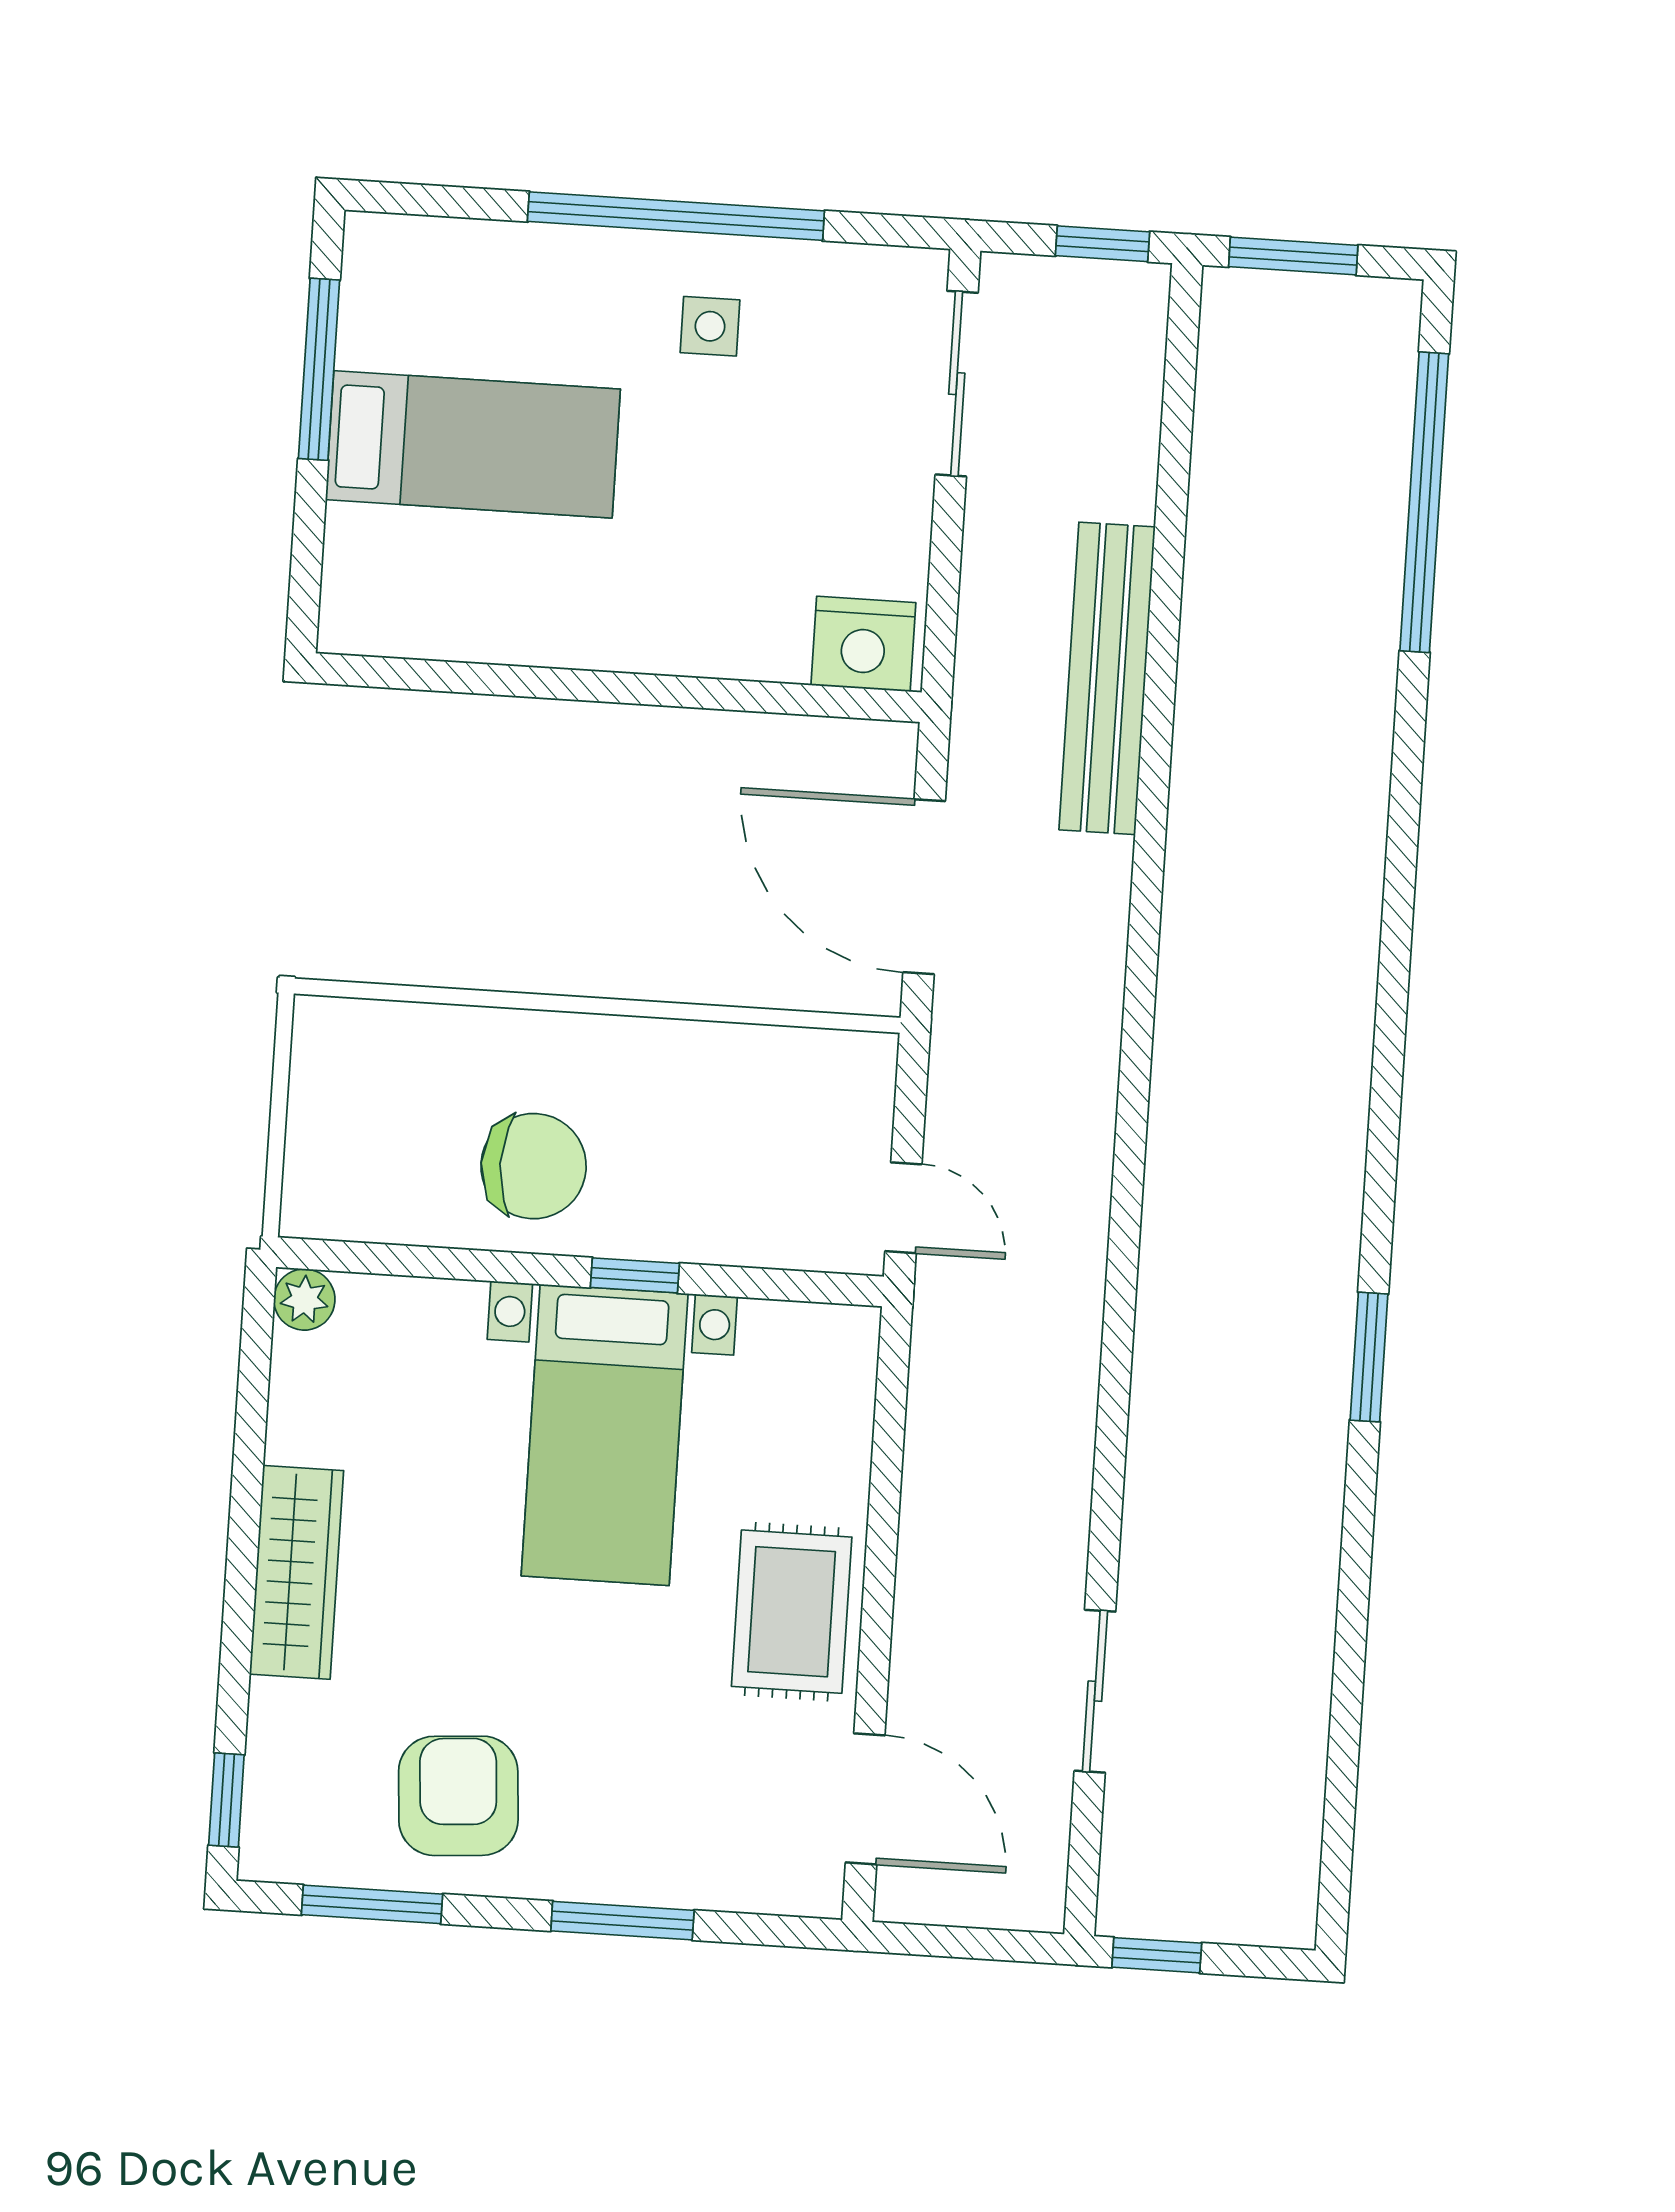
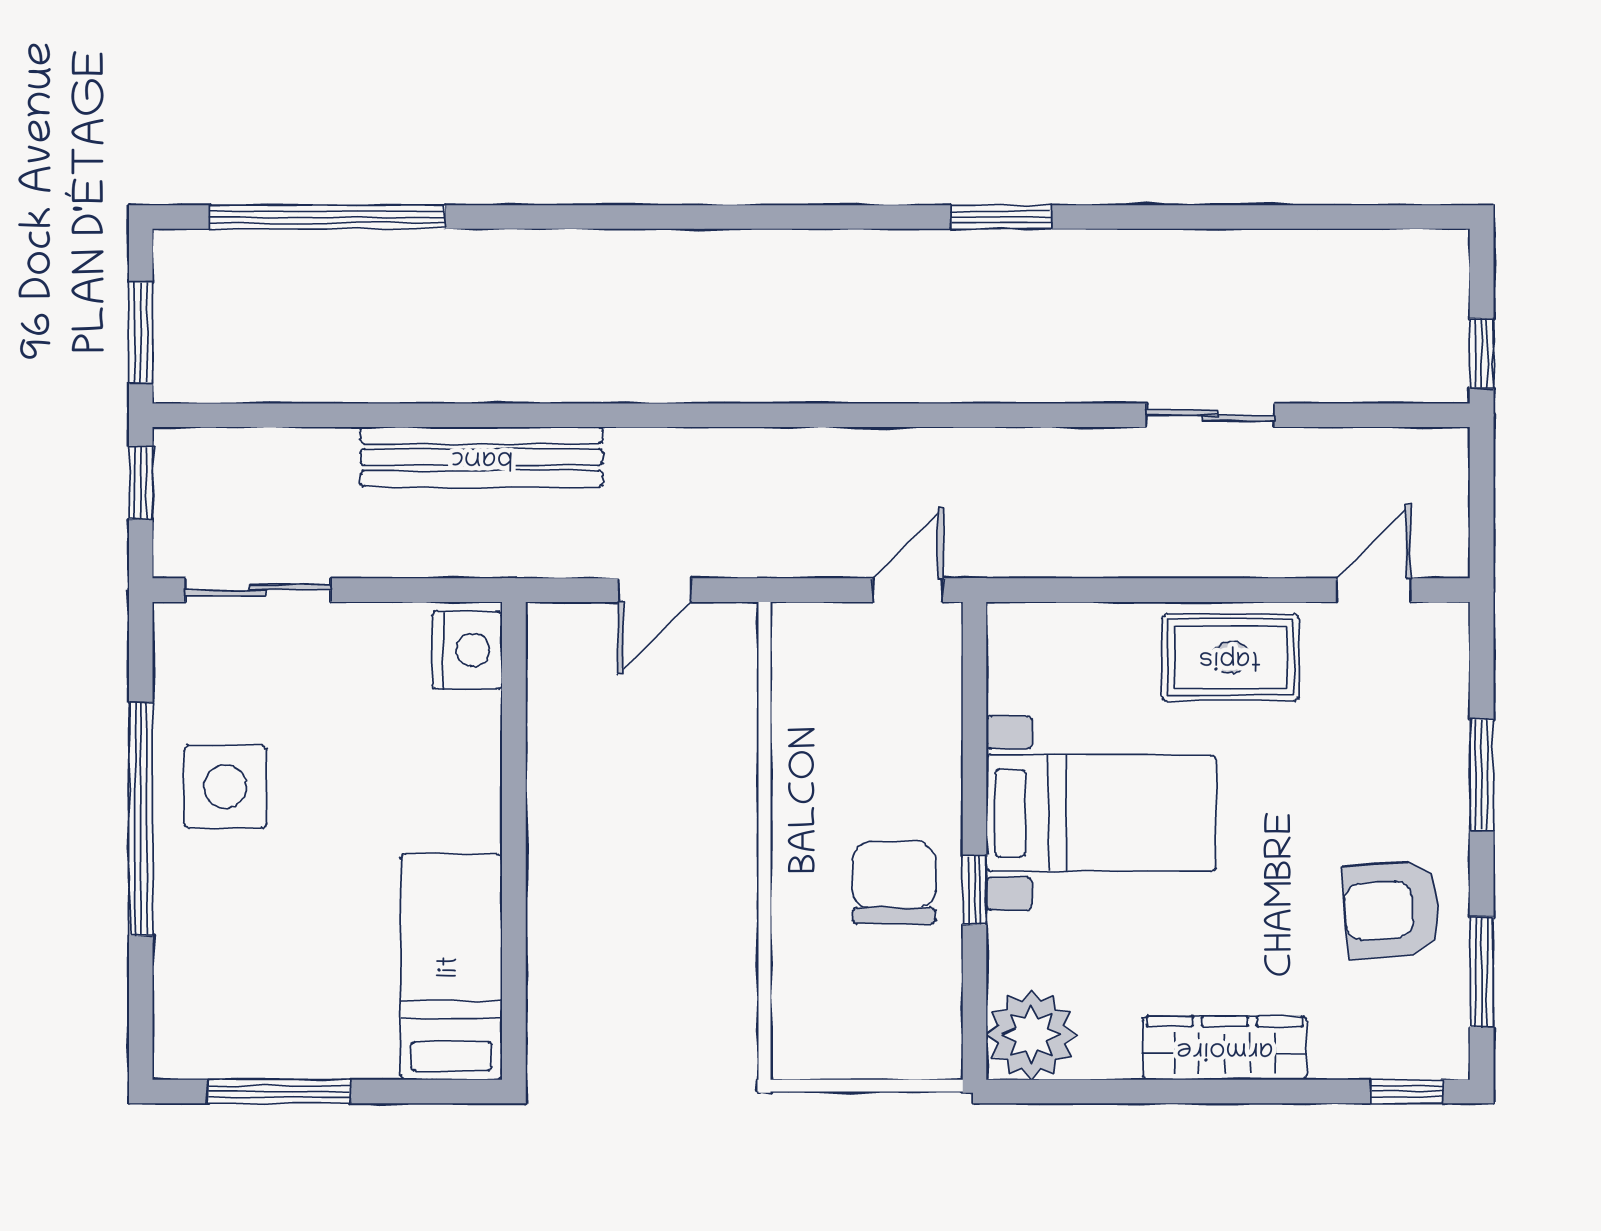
side table: (710, 326) -> (225, 787), width x1.87, depth x1.87
bed: (473, 444) -> (451, 967), moved
door: (924, 887) -> (655, 590), width x0.53
window: (635, 1275) -> (974, 890), moved
plant: (304, 1300) -> (1031, 1035), width x1.87, depth x1.87
sliding door: (1095, 1691) -> (1211, 415), moved
door: (865, 1799) -> (1374, 590), width x0.73

